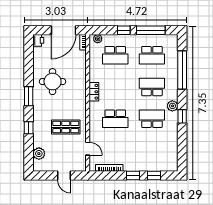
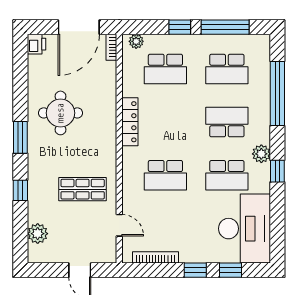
locker: (94, 92) -> (130, 122), width x1.53
school desk: (152, 119) -> (227, 175), turned 180
desk: (162, 151) -> (245, 229), added

